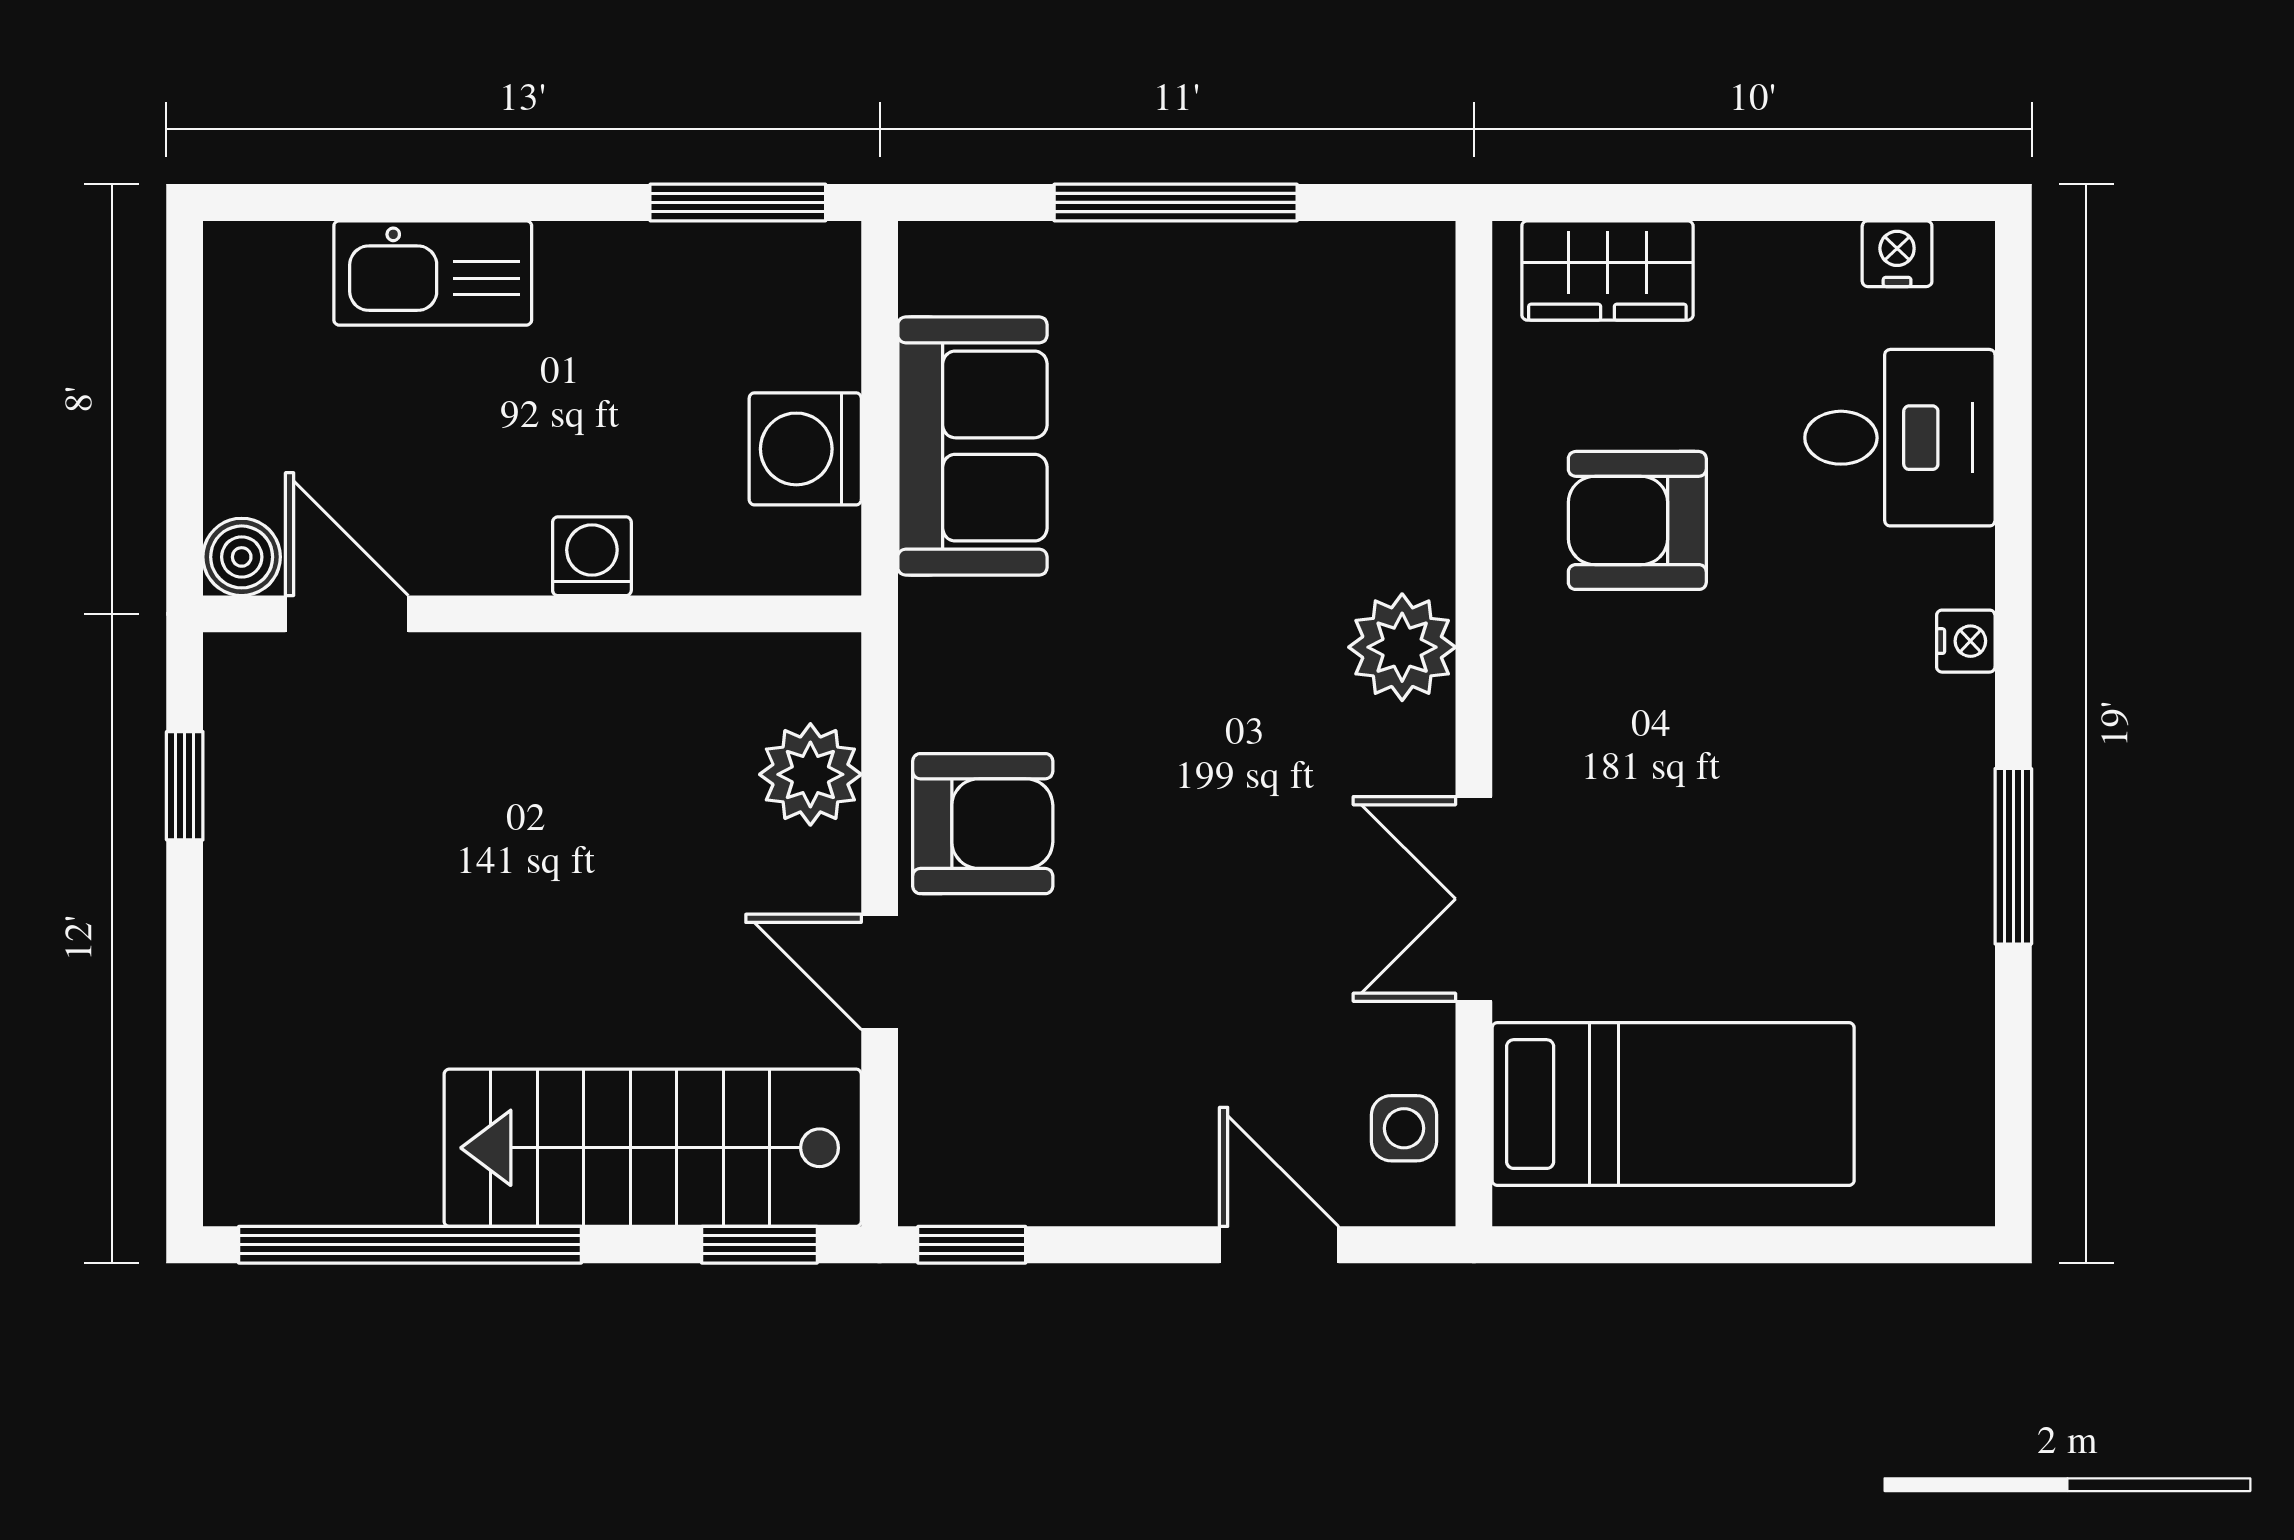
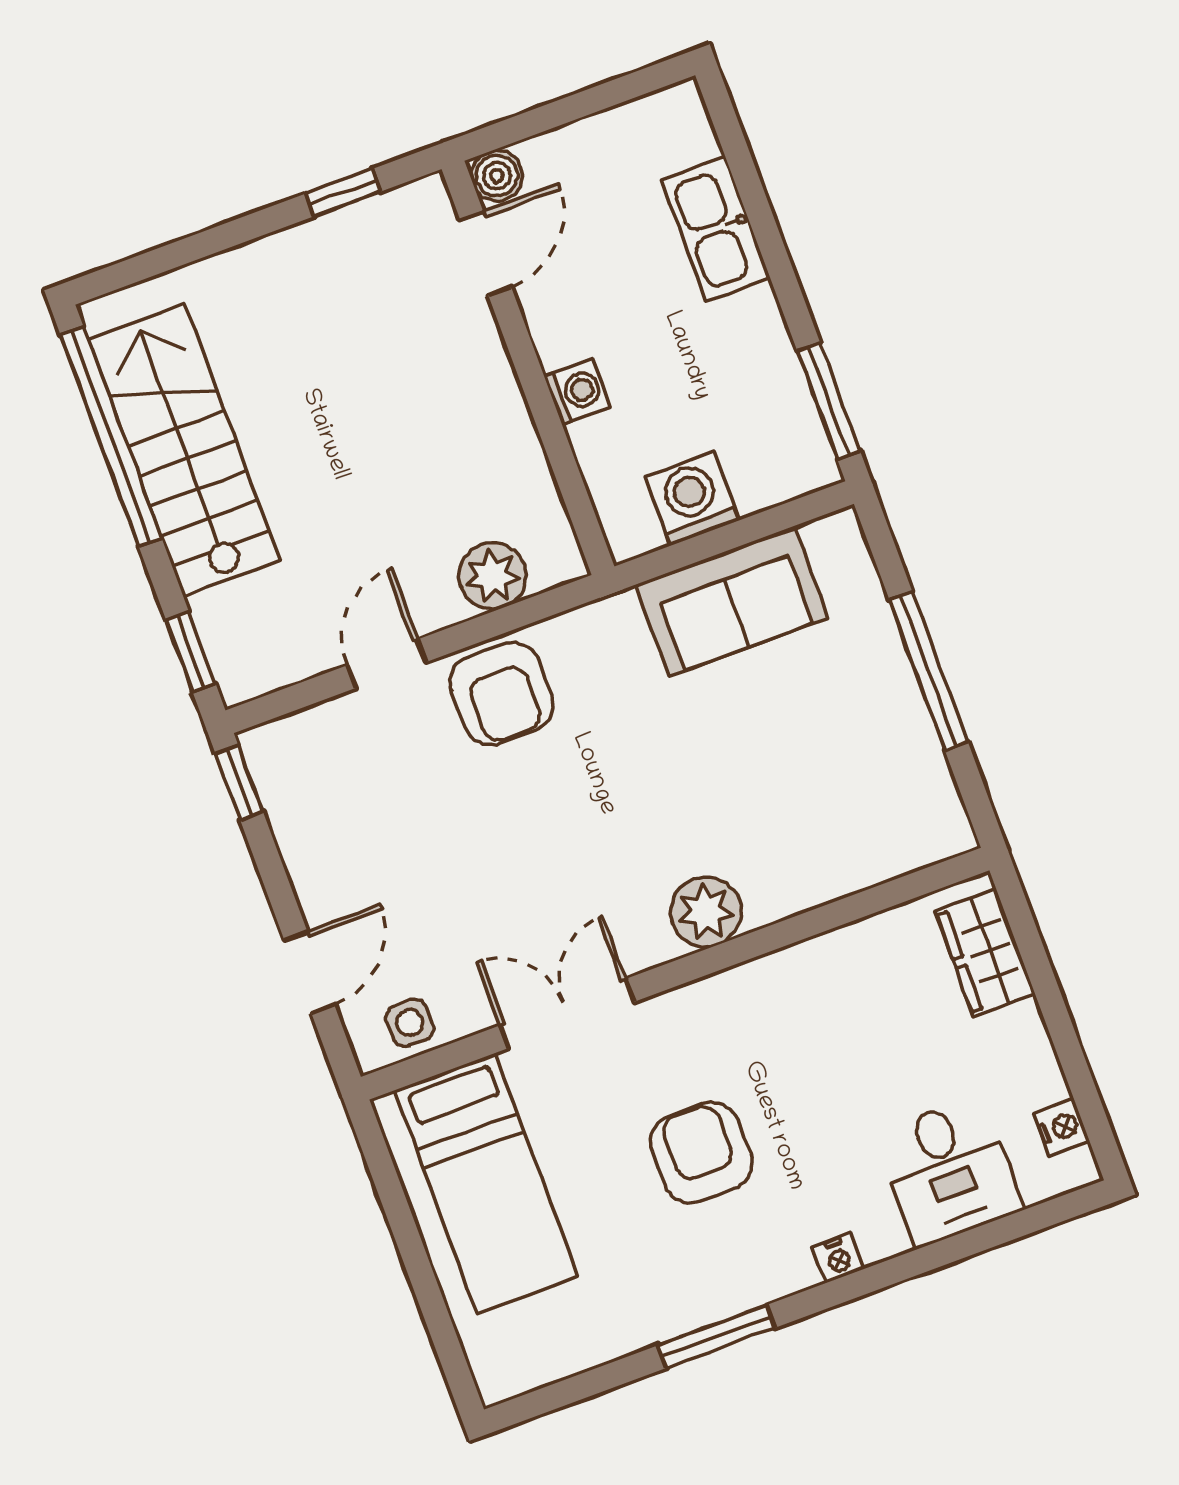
armchair: (1637, 520) -> (701, 1153), moved
stairs: (653, 1148) -> (184, 450), moved

